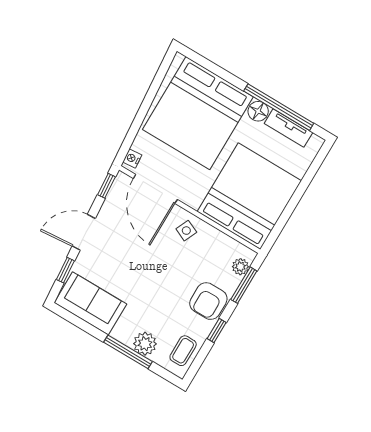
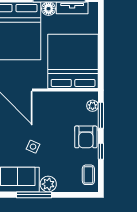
side table: (186, 231) -> (33, 147), moved
plant: (145, 344) -> (48, 184), moved
window: (128, 352) -> (34, 195), moved

